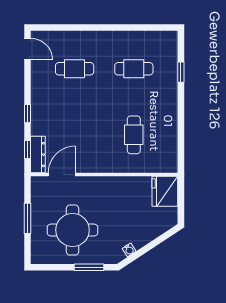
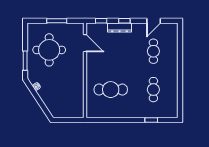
door: (27, 49) -> (154, 21), moved
cafe table: (134, 135) -> (111, 90), width x1.37, depth x1.35
dresser: (38, 155) -> (120, 28), moved
fridge: (165, 191) -> (74, 110), removed

